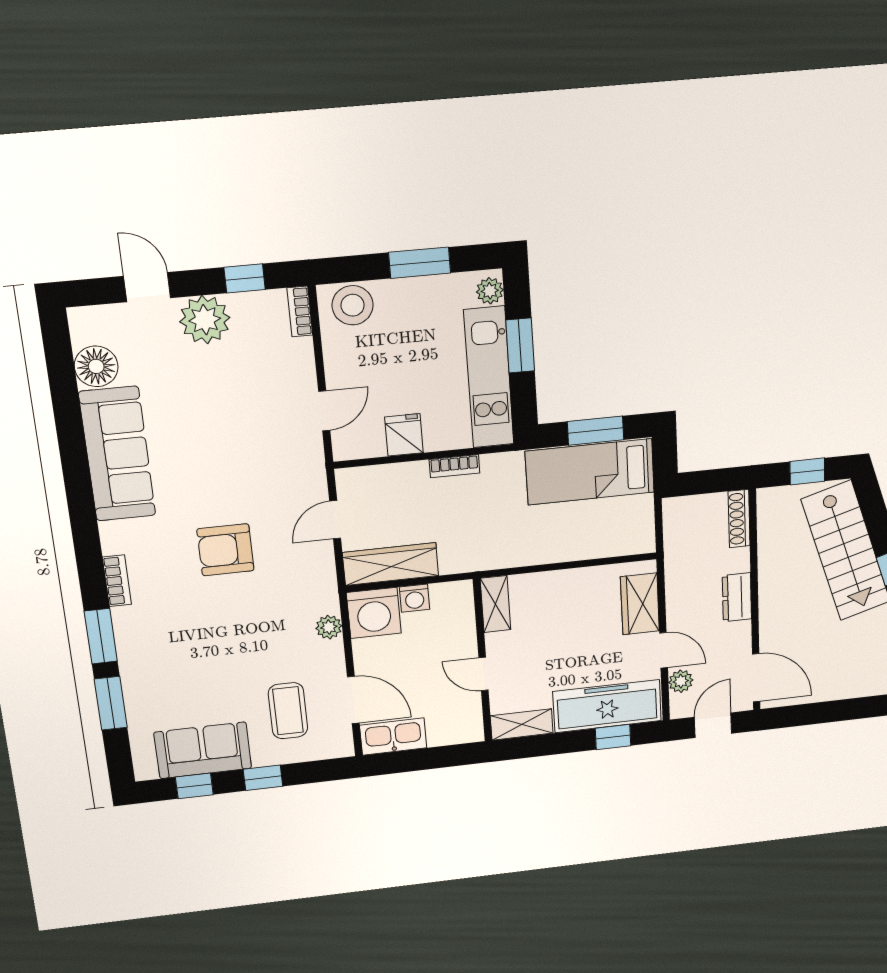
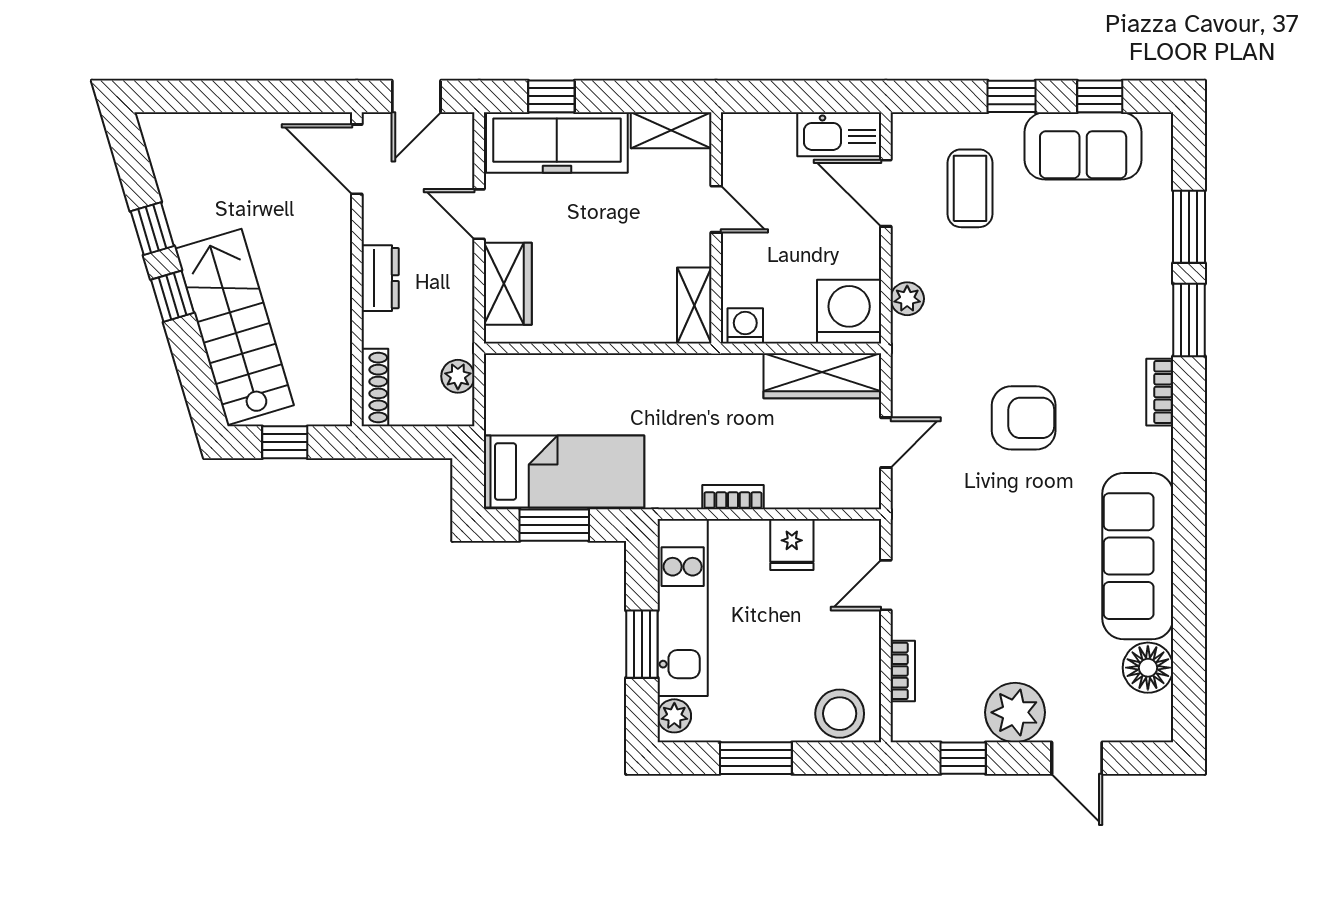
bookcase: (300, 311) -> (903, 671), moved
washing machine: (415, 598) -> (745, 326), moved
plant: (681, 681) -> (458, 376), moved

